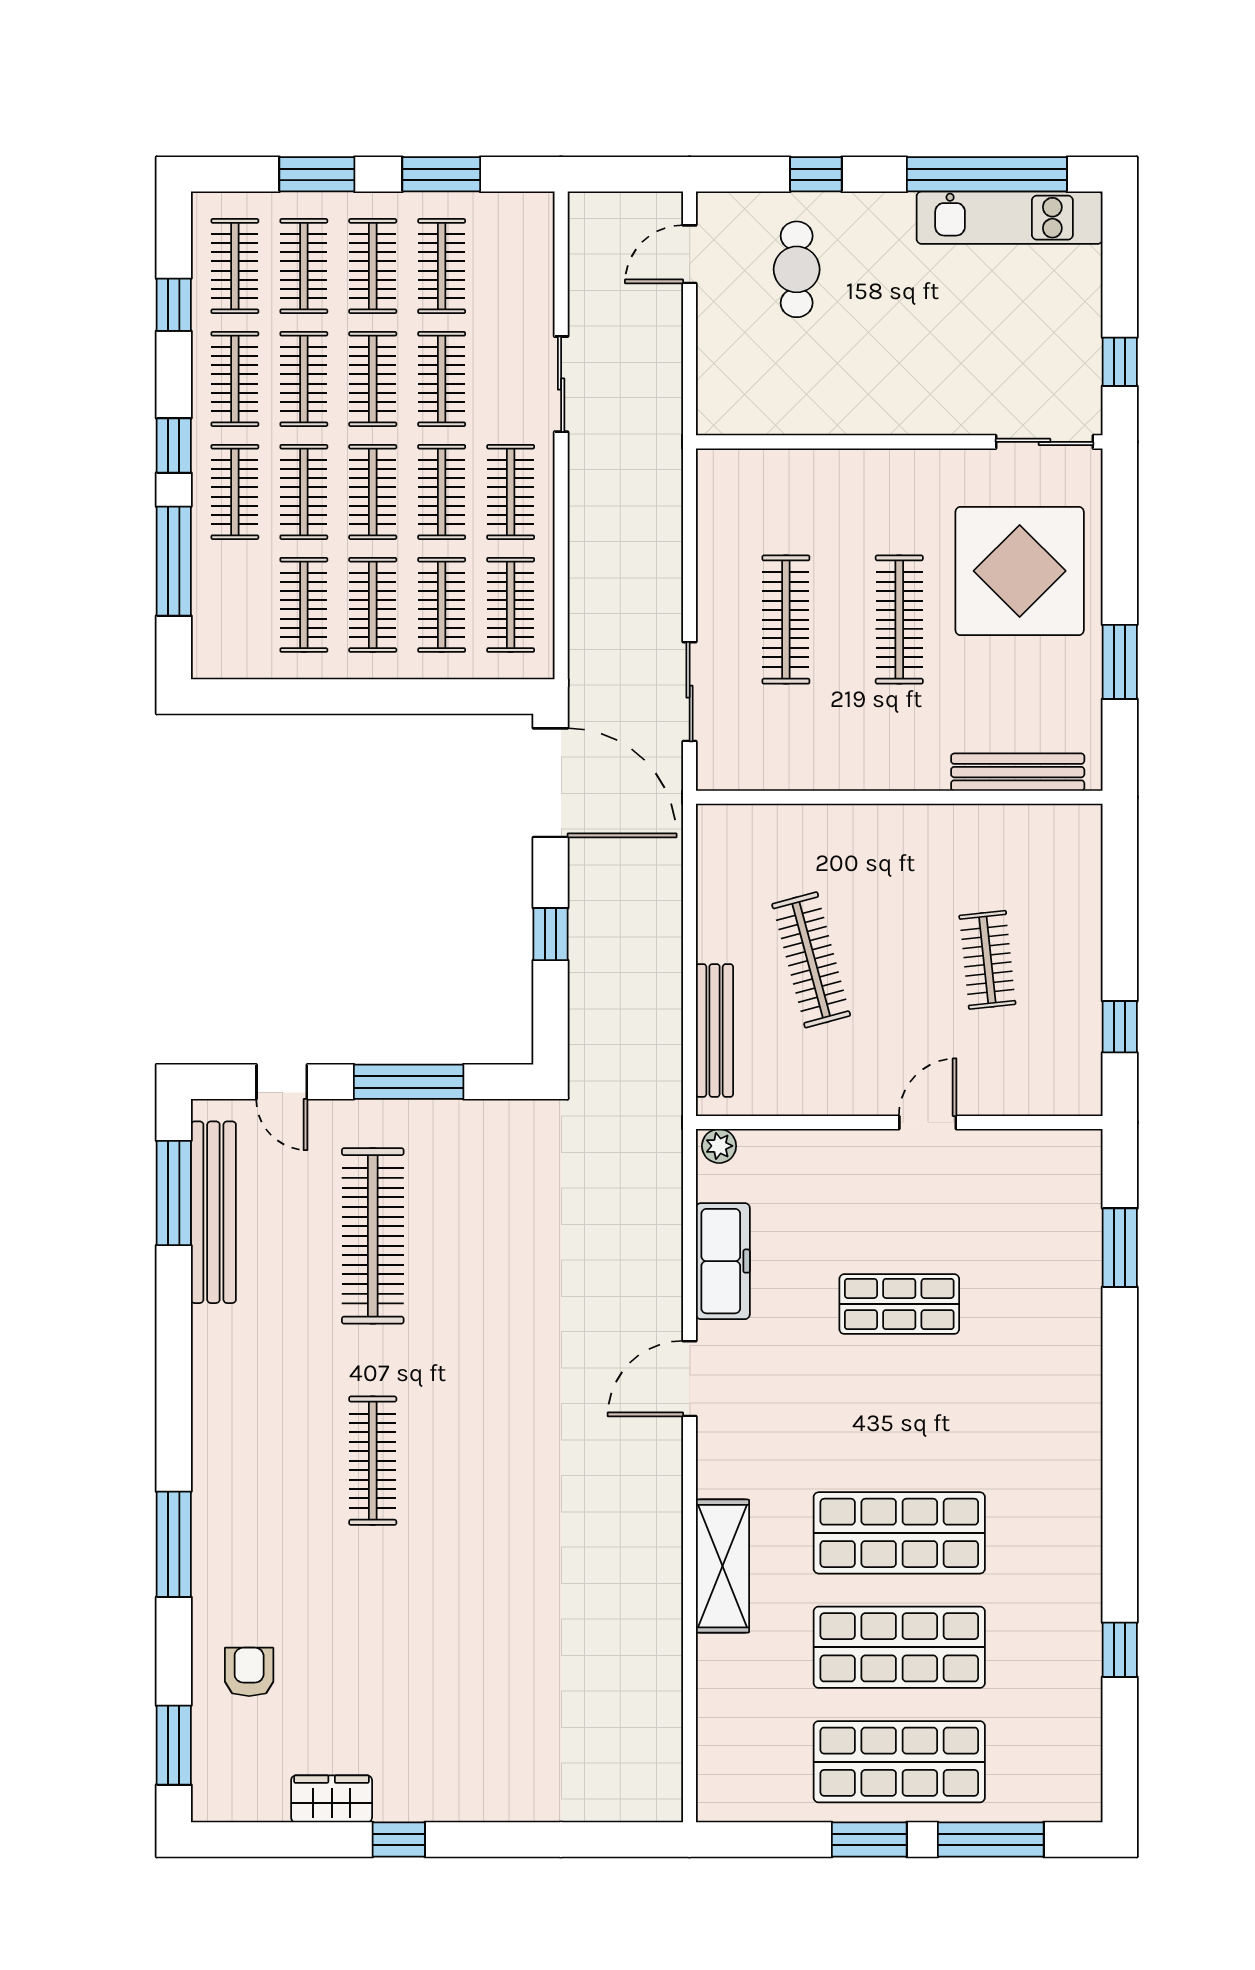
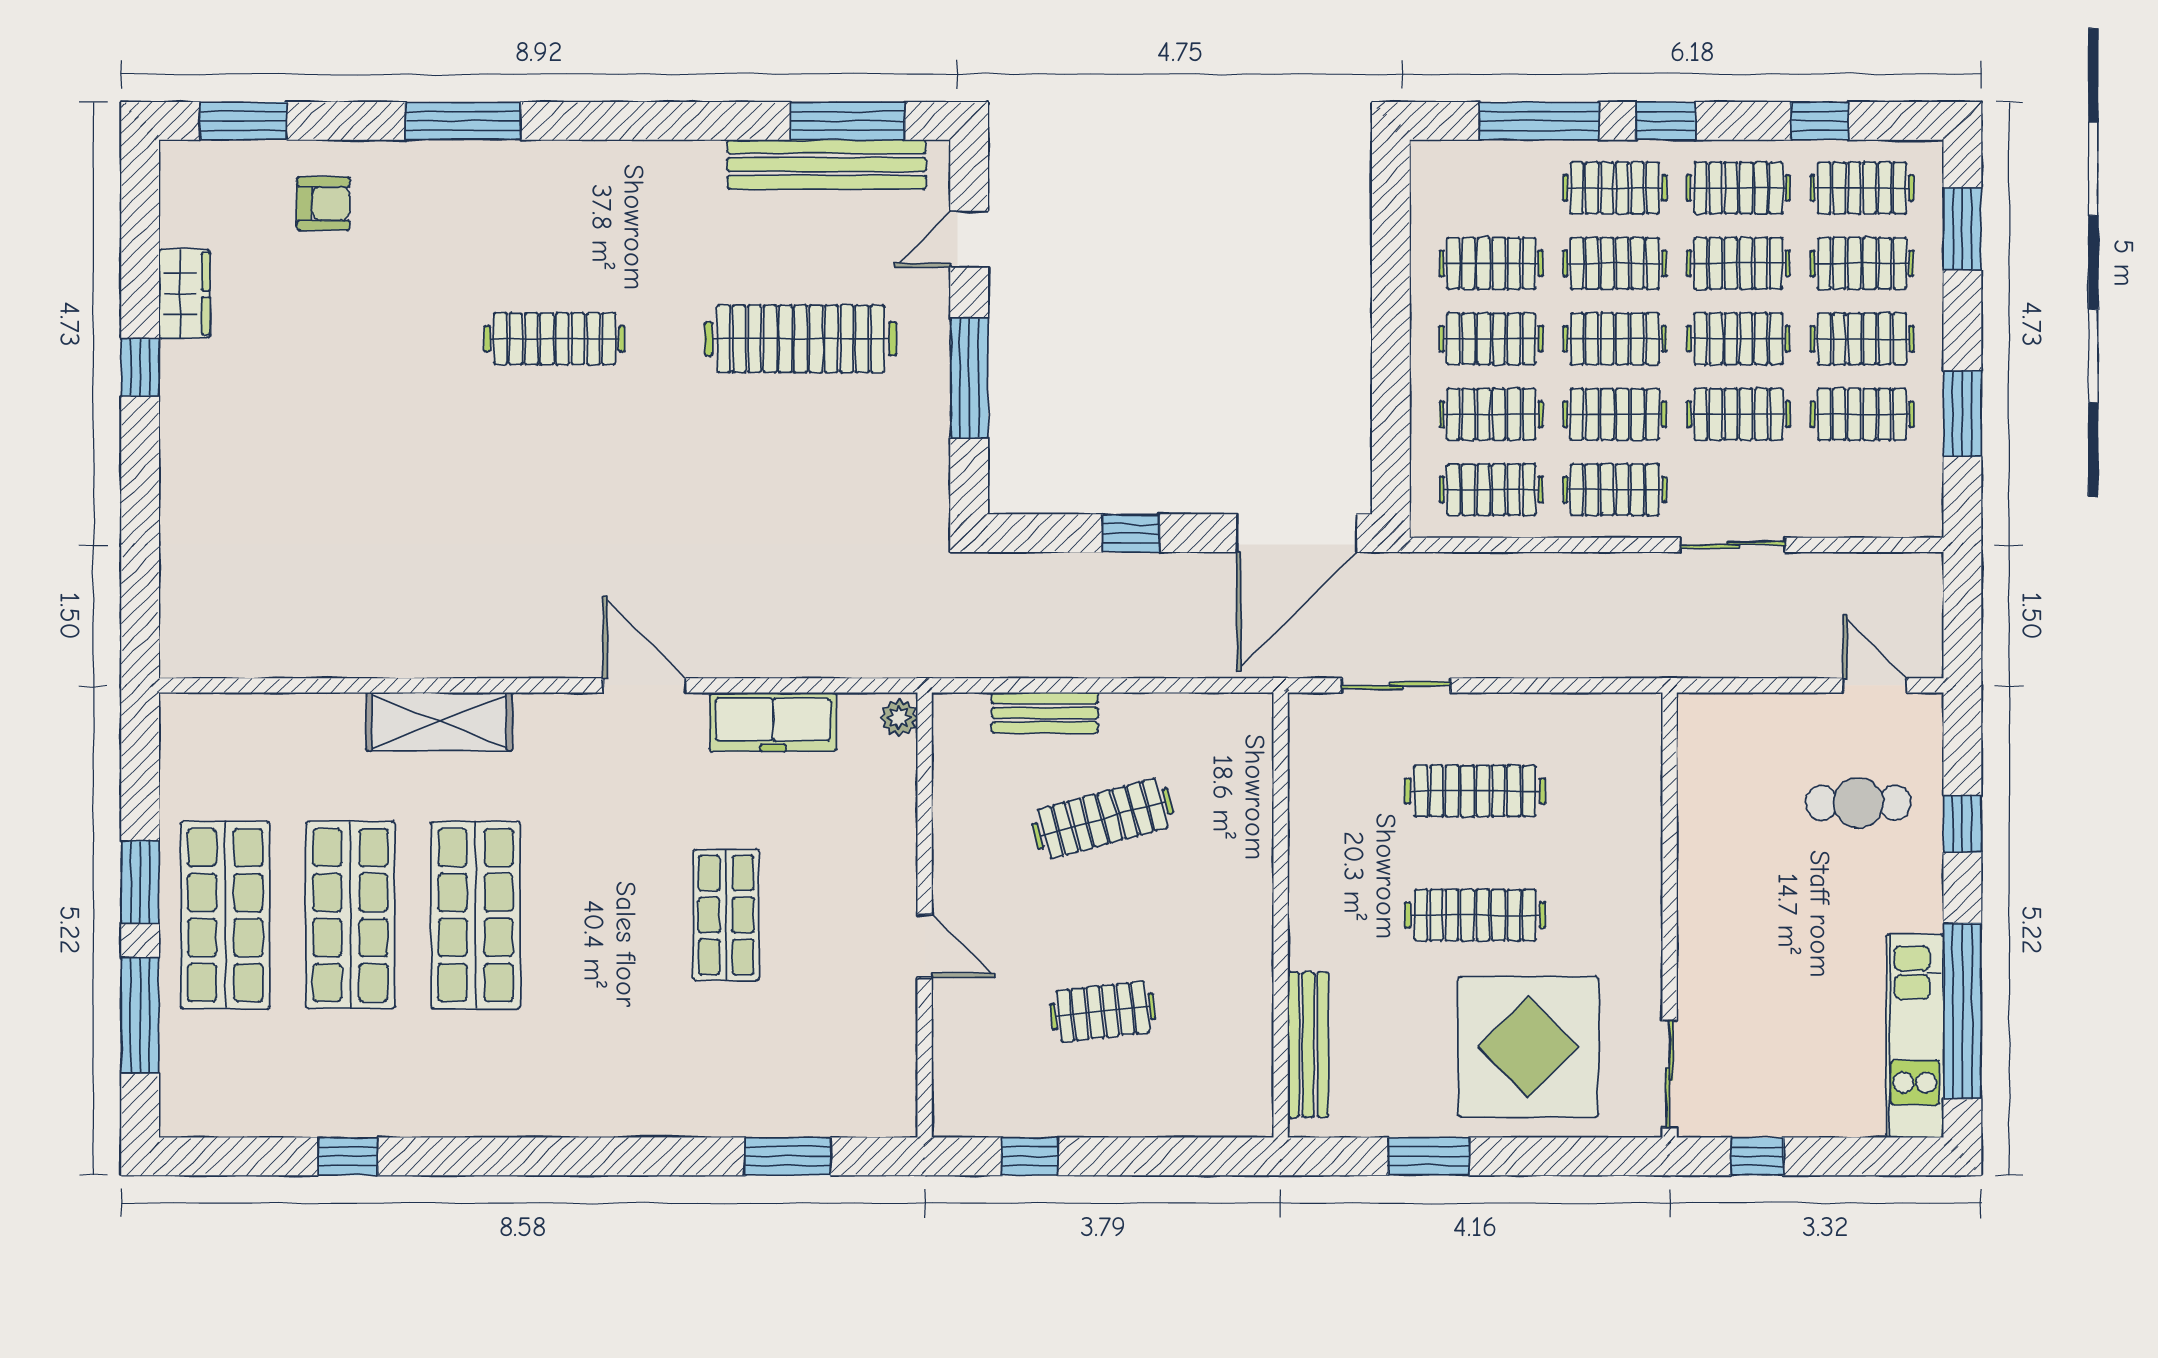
window: (317, 174) -> (1962, 229), moved
bench: (715, 1030) -> (1045, 713), width x0.73

